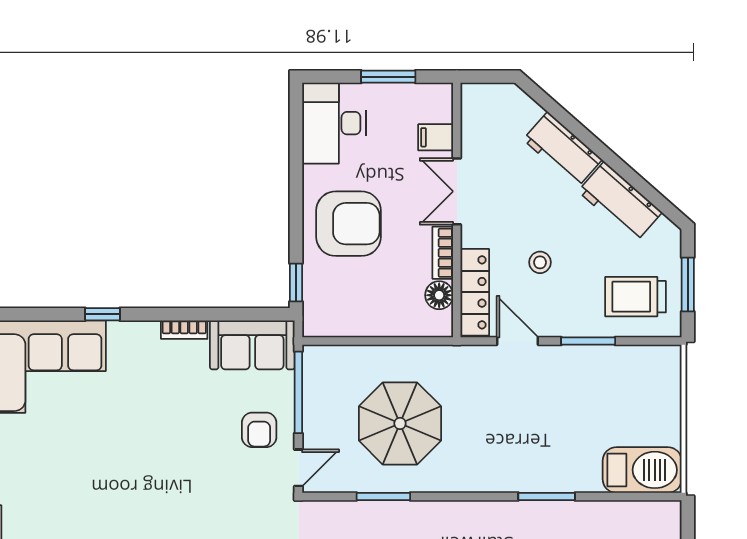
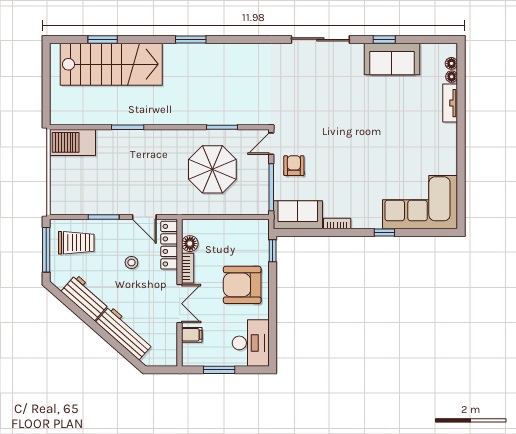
workbench: (563, 150) -> (124, 333), width x1.38
window: (688, 284) -> (46, 250), width x1.44

